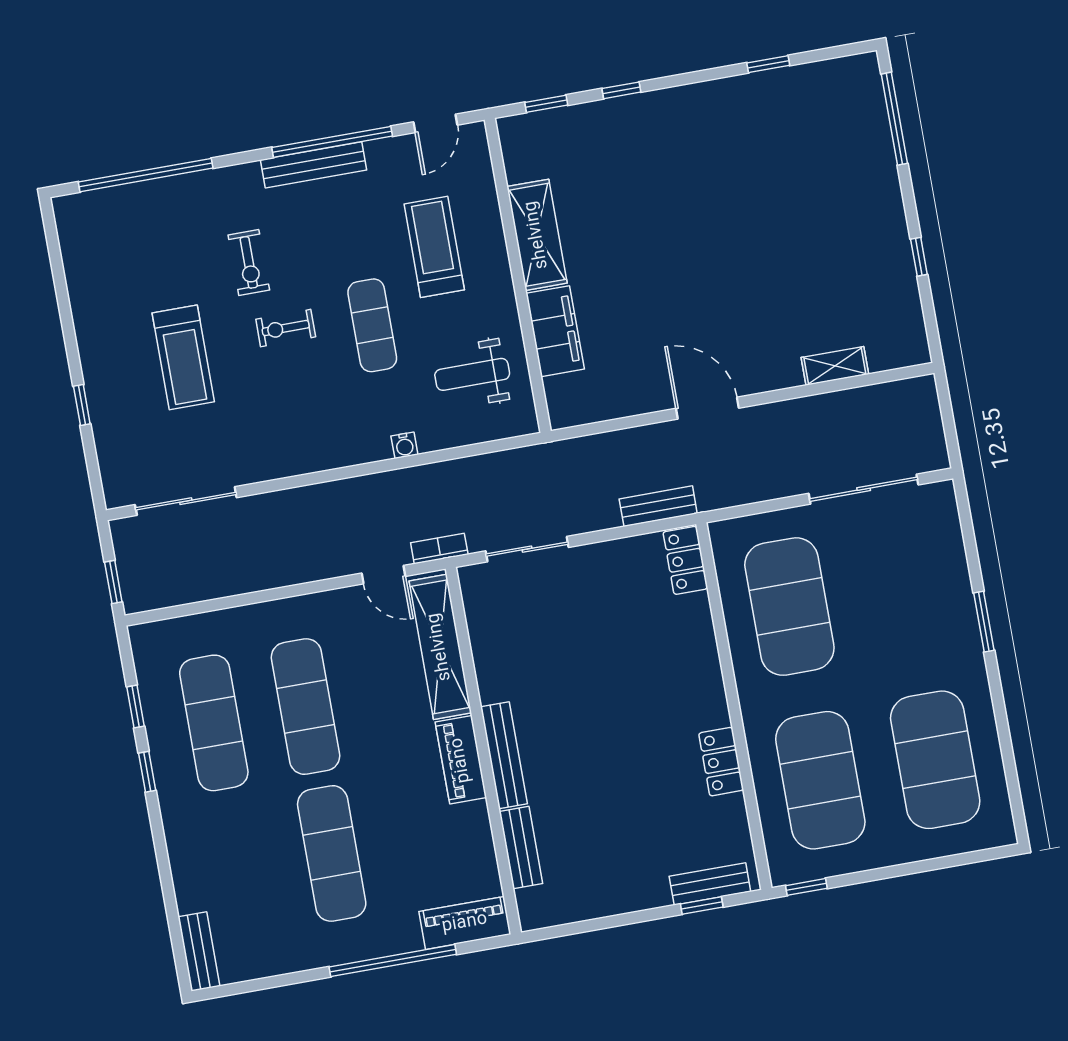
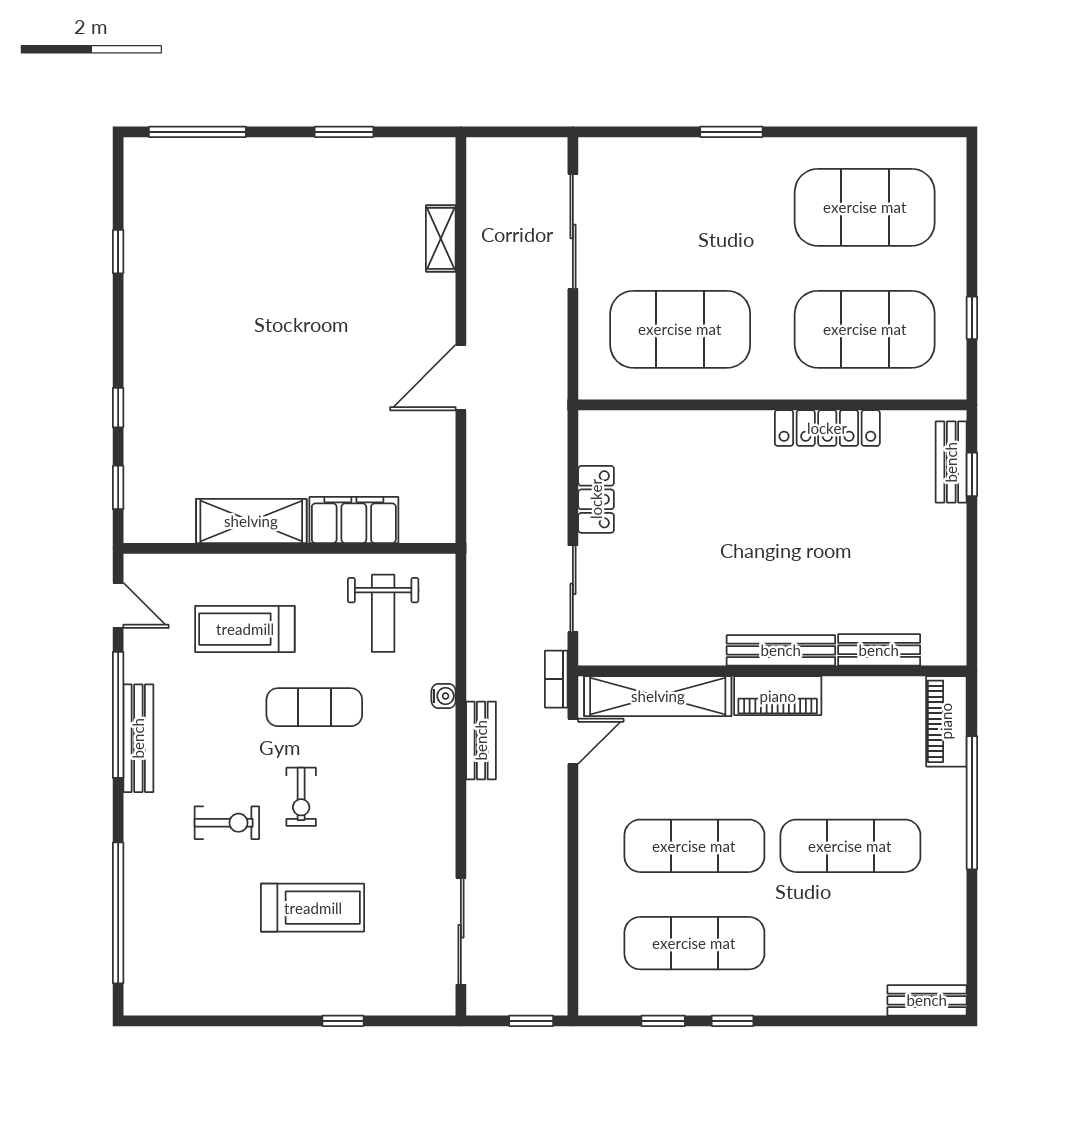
window: (919, 257) -> (344, 132), width x1.50
bench: (658, 506) -> (481, 740), moved
locker: (685, 560) -> (596, 499), moved, turned -90
locker: (721, 762) -> (827, 428), width x1.53
window: (806, 887) -> (972, 318), moved

